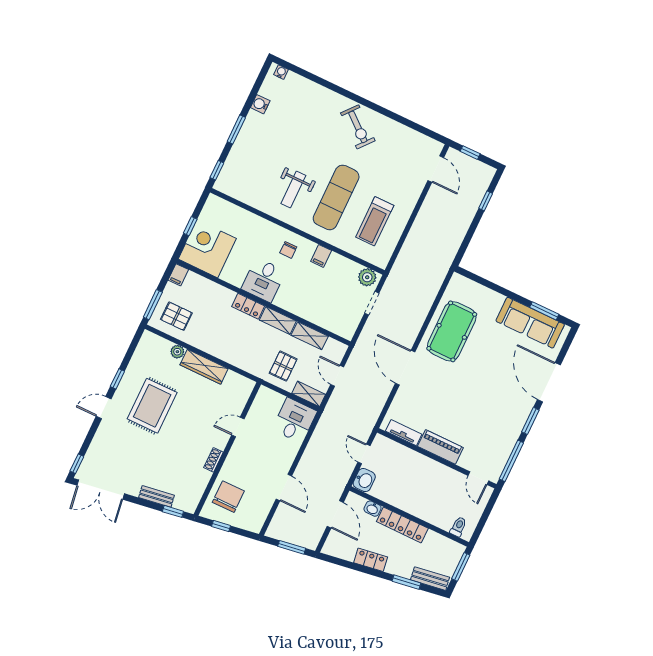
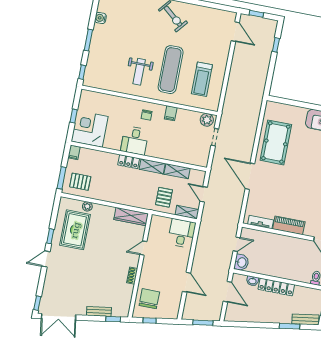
wardrobe: (204, 367) -> (131, 216), moved
rug: (152, 406) -> (75, 230), moved
door: (364, 454) -> (237, 244), swing flipped
locker: (371, 560) -> (260, 317), removed

